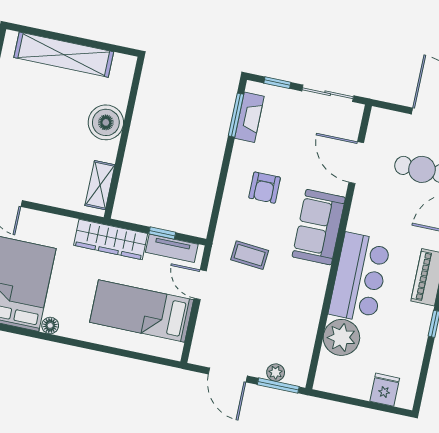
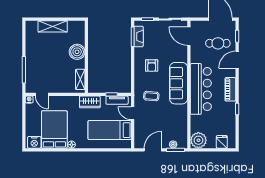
shelving: (64, 55) -> (53, 26), width x0.68
door: (356, 163) -> (189, 36), moved
sofa: (319, 227) -> (179, 83), width x1.36
wardrobe: (111, 239) -> (90, 102), width x0.67
bar counter: (360, 278) -> (201, 89), width x1.36
plant: (341, 337) -> (198, 140), moved
door: (228, 375) -> (153, 150), swing flipped

